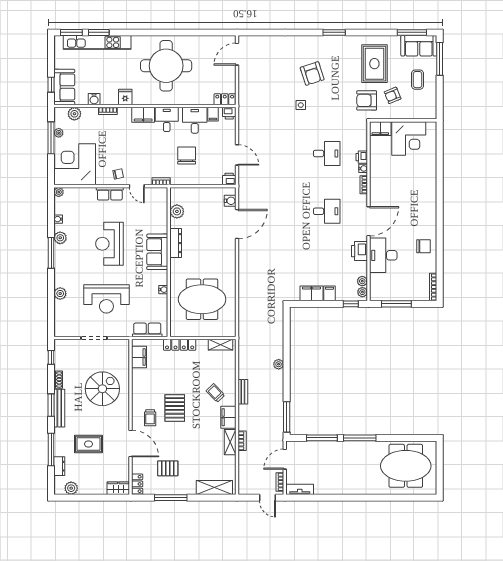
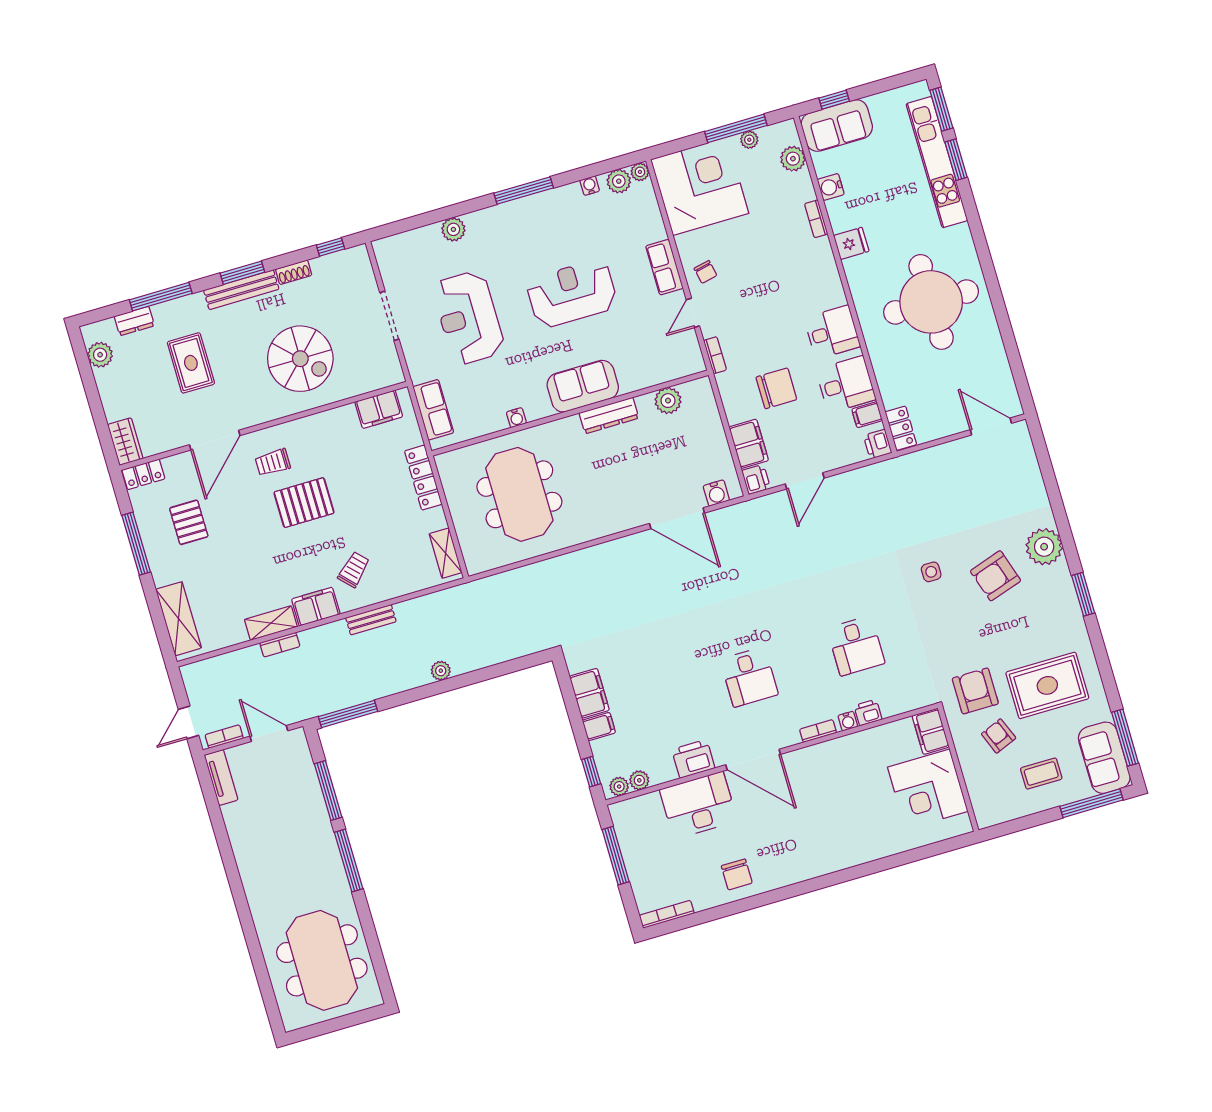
plant: (305, 45) -> (1044, 547), added
filing cabinet: (143, 115) -> (749, 444), moved, turned 180
plant: (60, 238) -> (619, 181), moved

